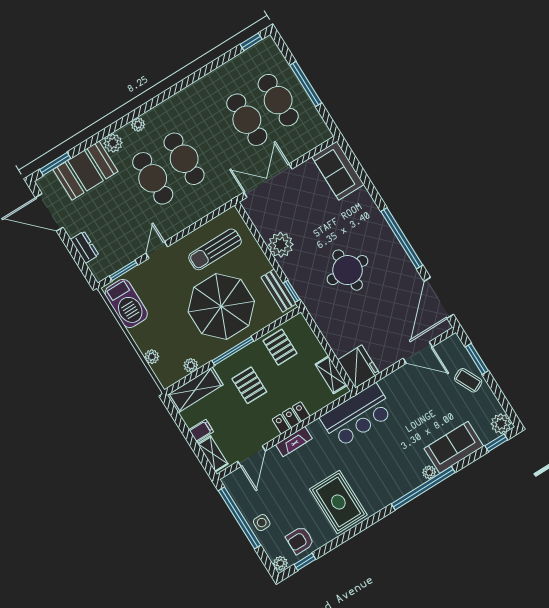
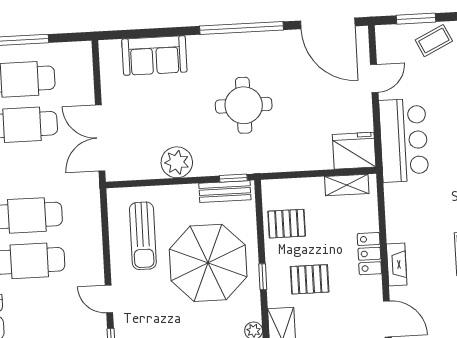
sofa: (338, 171) -> (154, 56), moved
window: (233, 351) -> (263, 277), width x0.46
door: (418, 353) -> (374, 78), width x0.73
bar counter: (357, 415) -> (404, 140), moved

